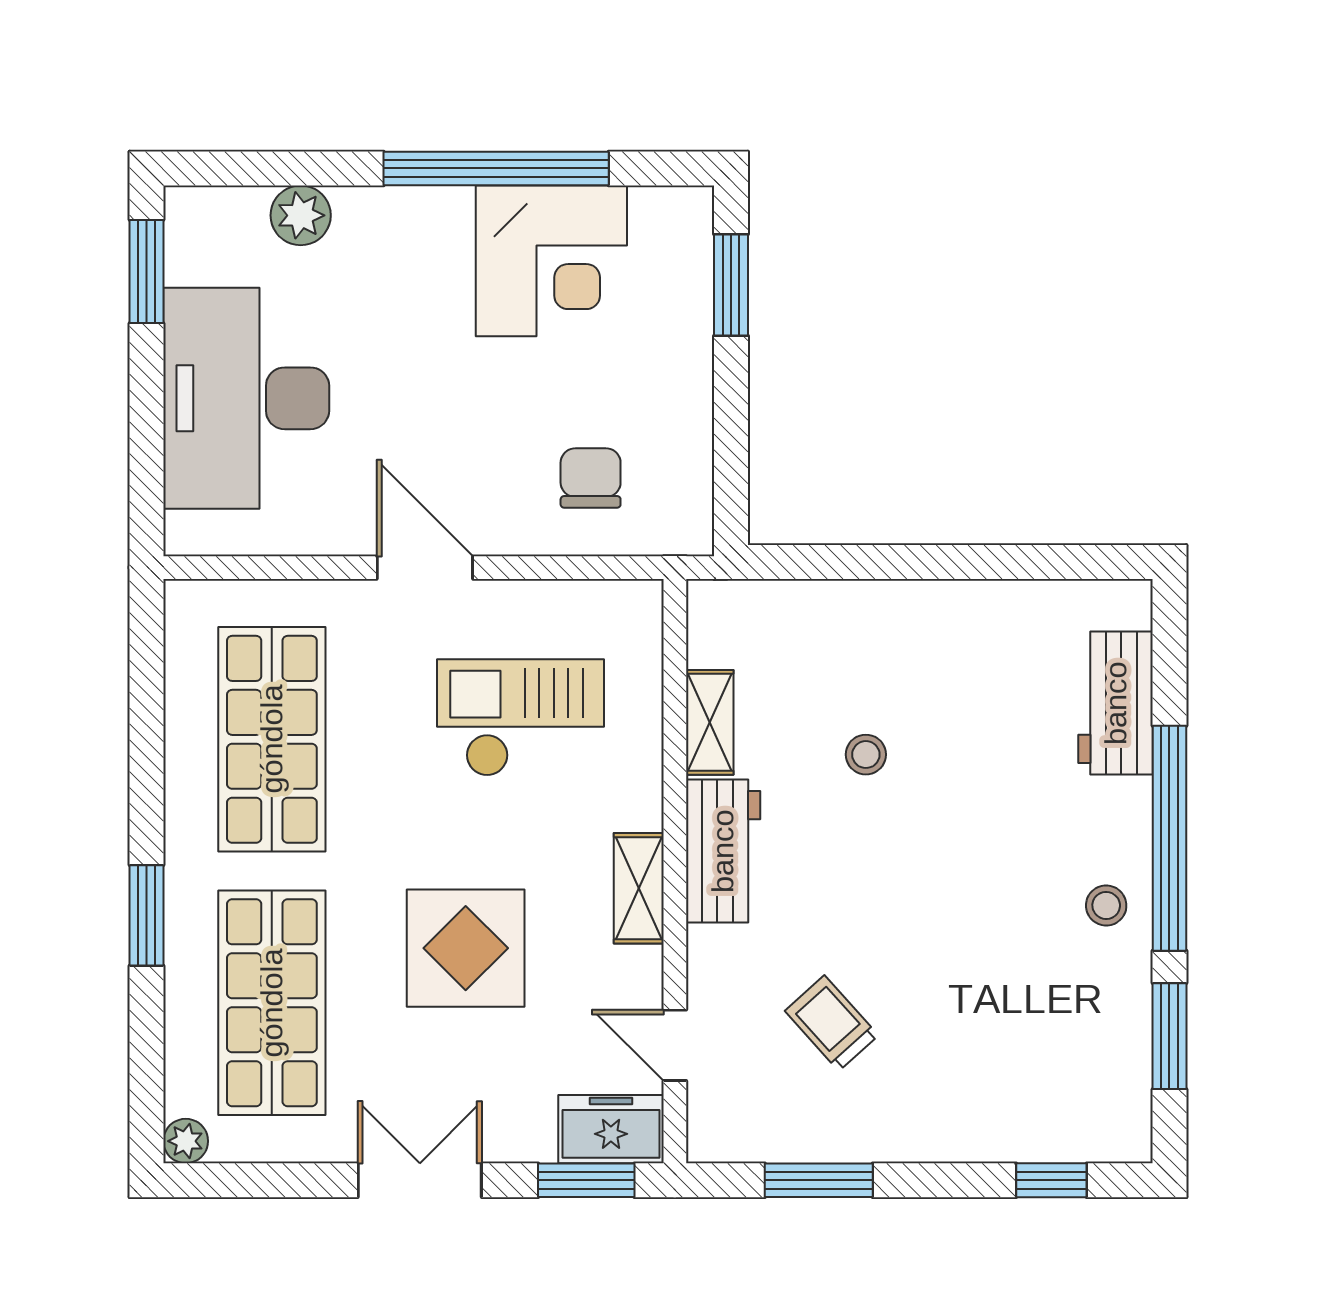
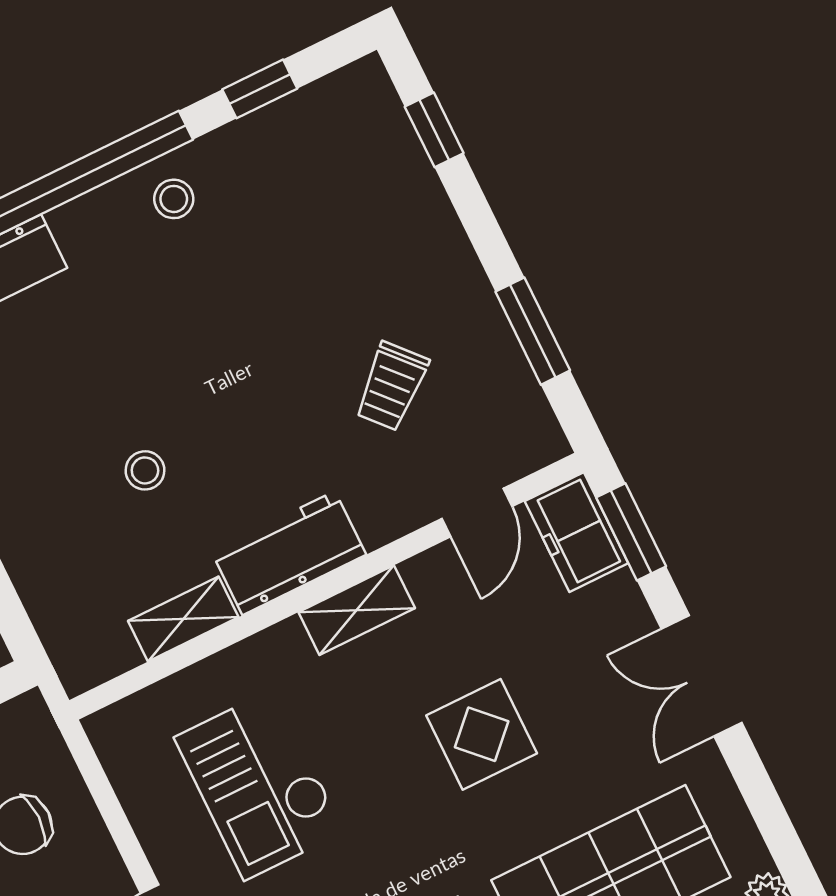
display table: (466, 948) -> (482, 734), width x0.73, depth x0.73
window: (1169, 1036) -> (260, 89), width x0.67

